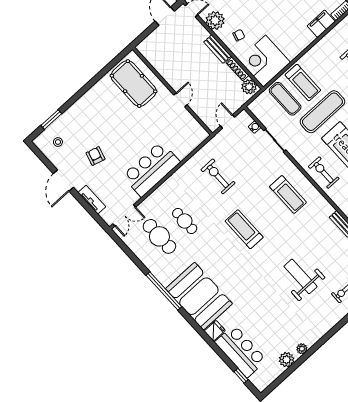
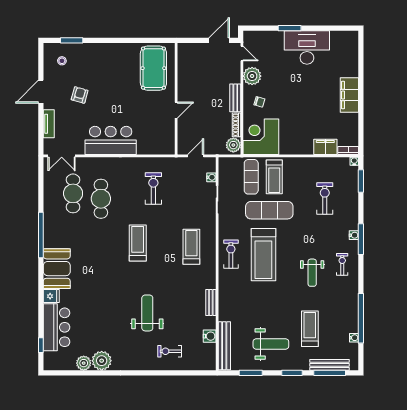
treadmill: (288, 194) -> (191, 247), turned 180
cafe table: (185, 221) -> (101, 199), width x1.37, depth x1.35
booth: (199, 296) -> (57, 269), width x0.73, depth x0.70
plant: (302, 349) -> (102, 361), width x1.88, depth x1.88

